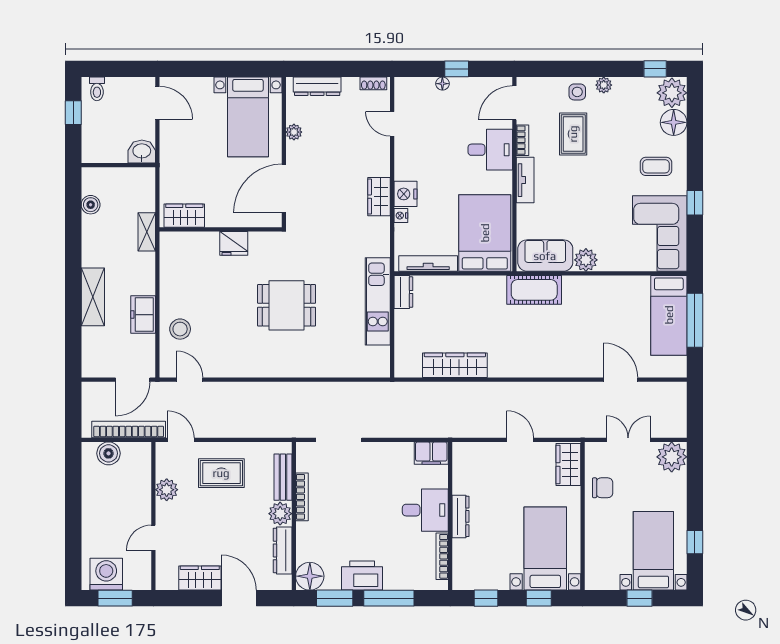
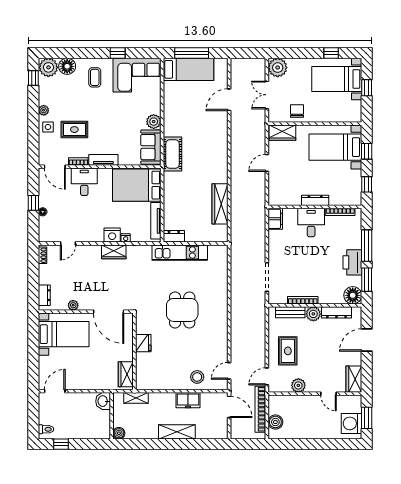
dresser: (317, 86) -> (44, 295), width x0.70
washbasin: (142, 152) -> (103, 401), moved
wall: (118, 165) -> (112, 416), moved
wardrobe: (200, 578) -> (354, 379), moved

